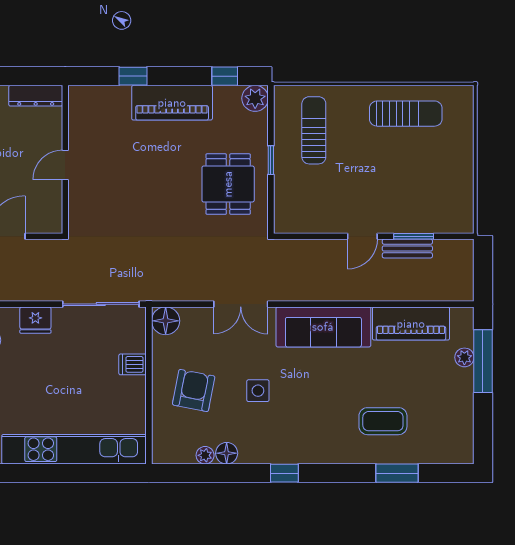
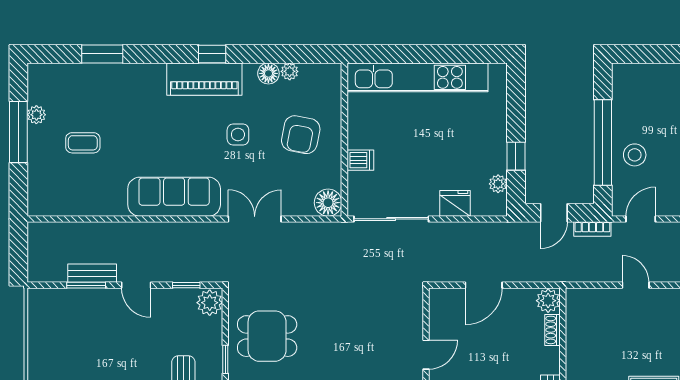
dining table: (228, 184) -> (267, 336), turned 90
plant: (287, 218) -> (210, 303), added
window: (311, 236) -> (186, 285), added
door: (362, 236) -> (136, 285), swing flipped
piano: (411, 324) -> (204, 79), moved, turned 180
plant: (464, 357) -> (36, 115), moved
window: (483, 361) -> (18, 132), moved
coffee table: (383, 421) -> (83, 143), moved, width x0.73, depth x0.77

